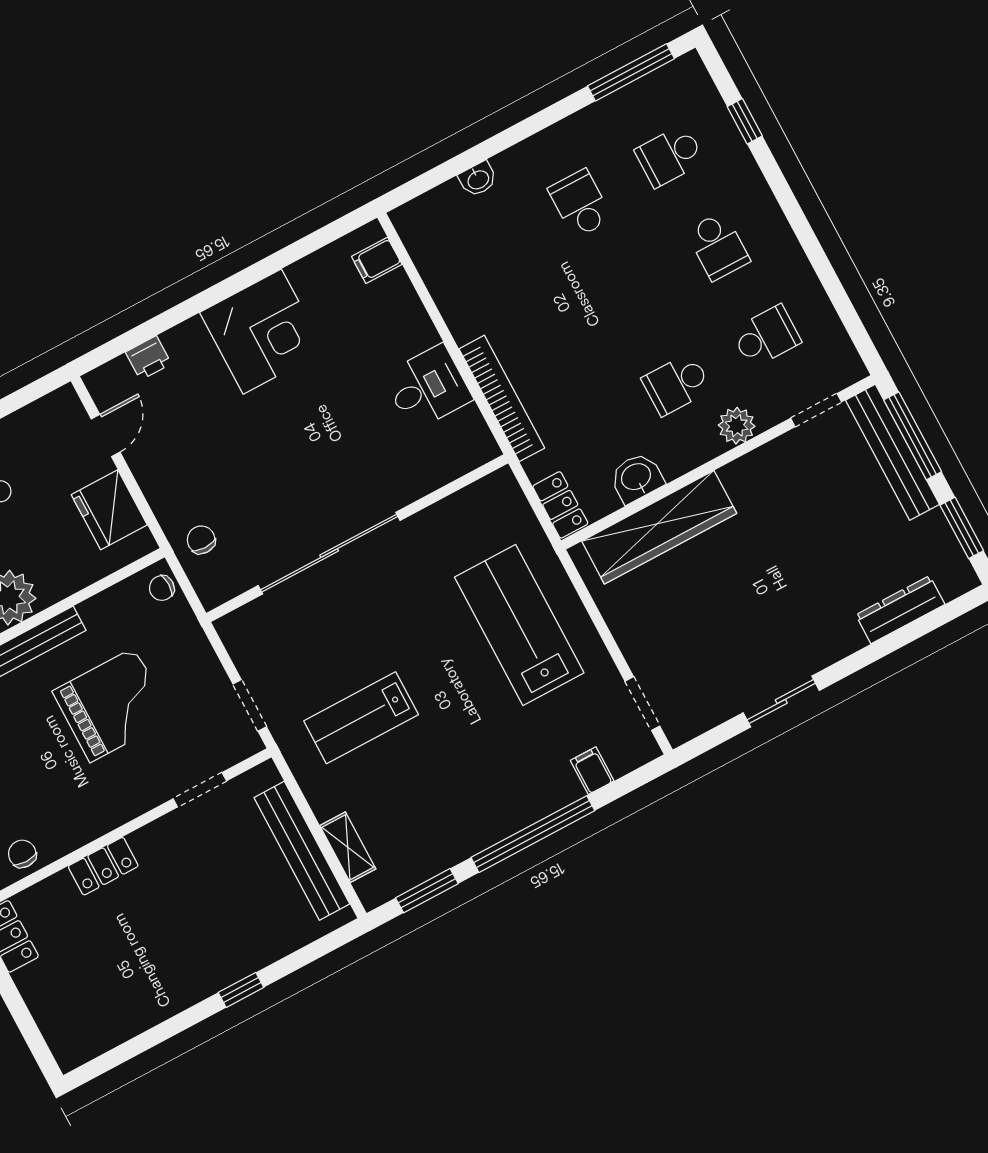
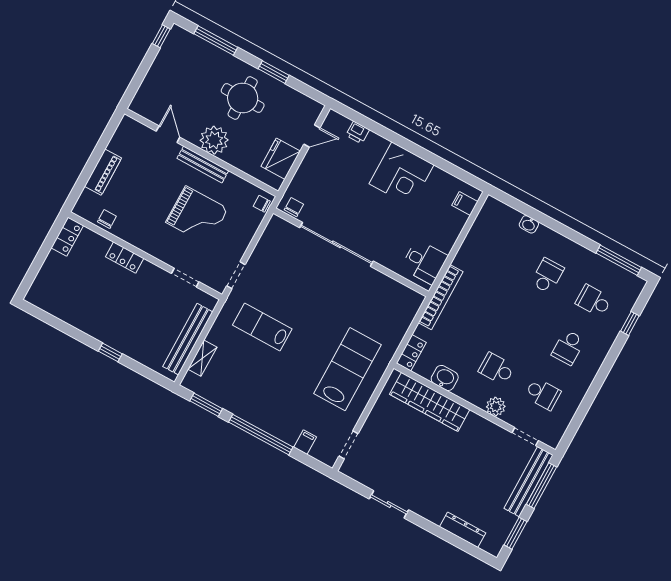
wall: (357, 538) -> (351, 252), moved
sliding door: (329, 553) -> (337, 244), moved

